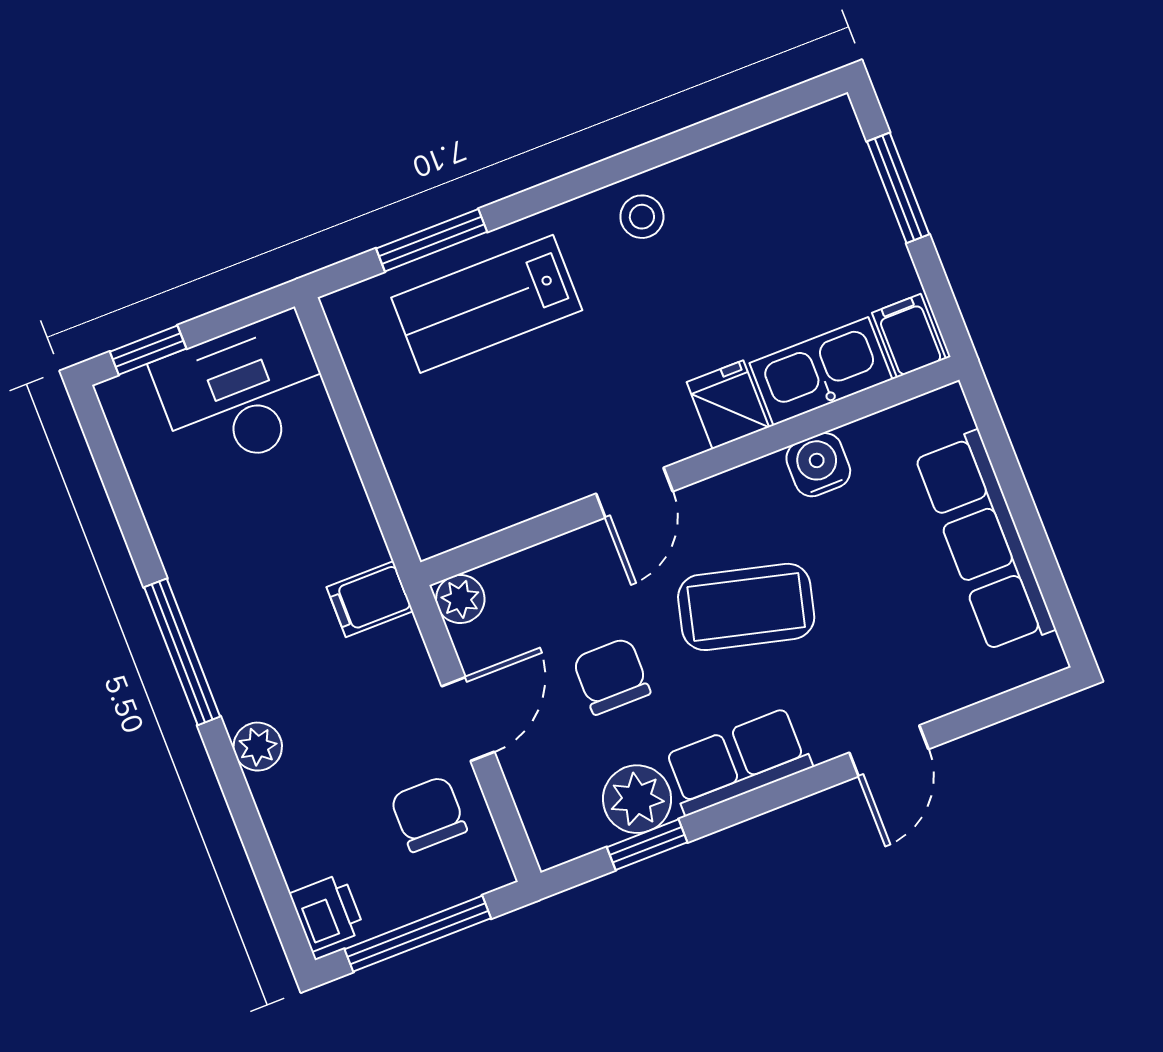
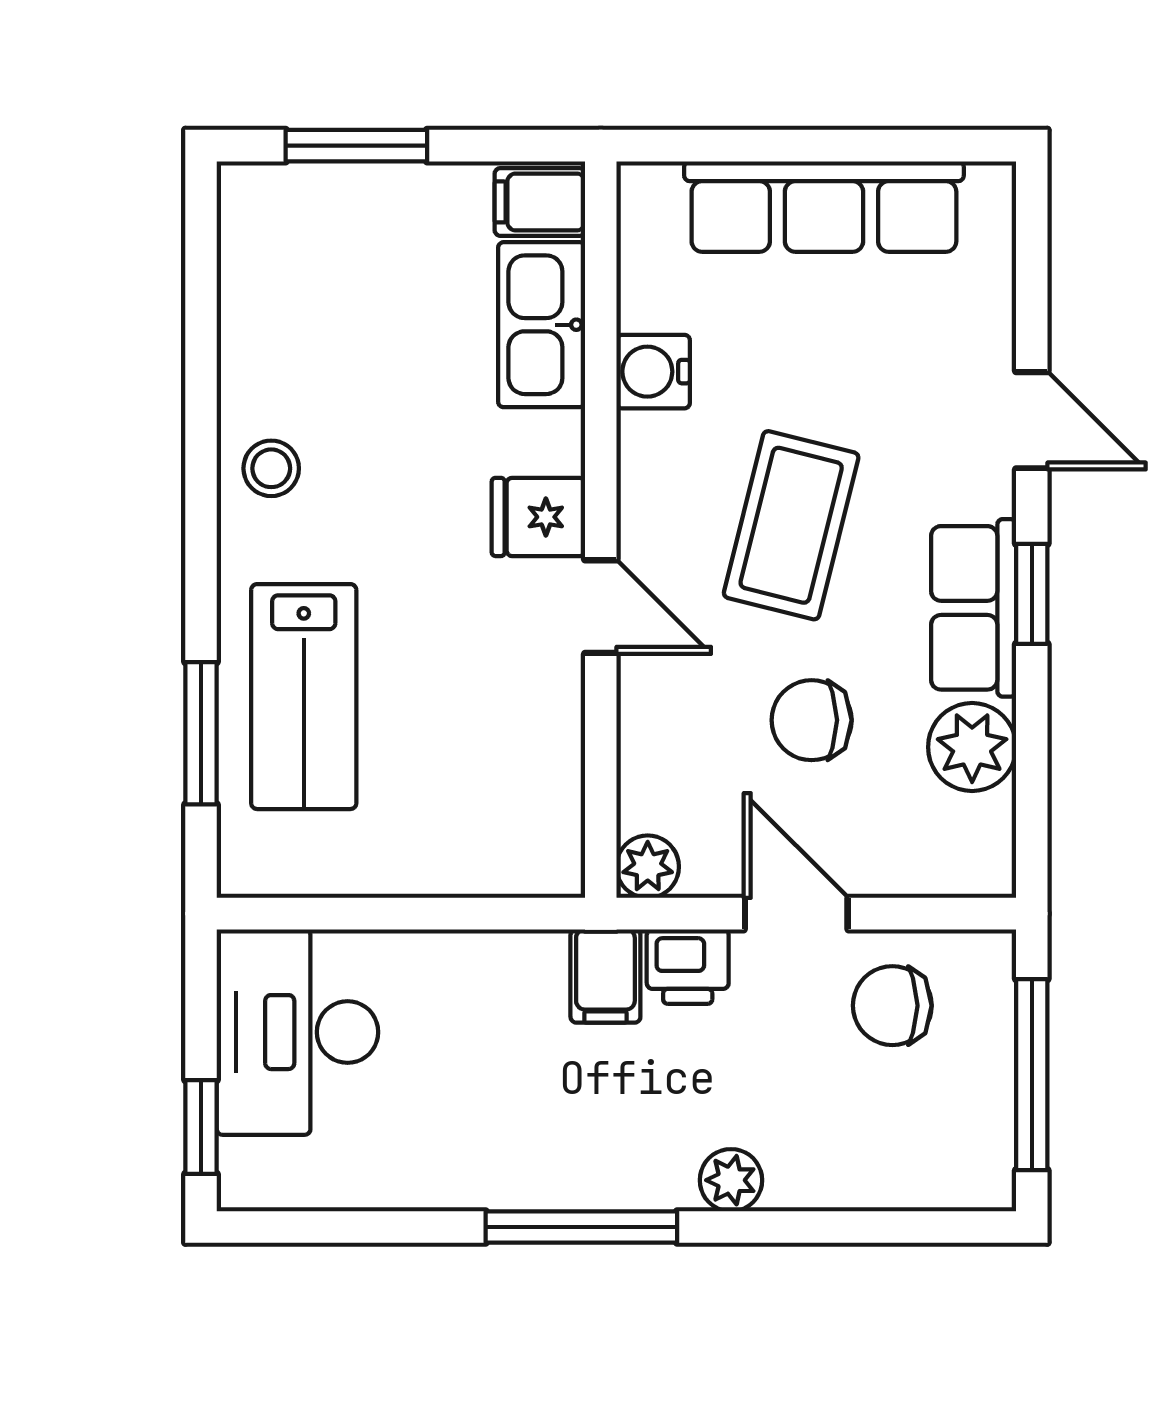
fridge: (728, 405) -> (538, 517), moved
window: (647, 845) -> (1032, 594), moved
printer: (327, 912) -> (688, 967), moved, turned 180

